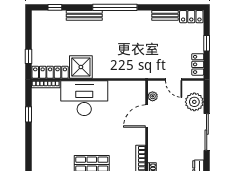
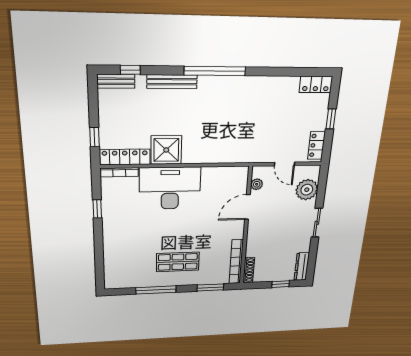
bench: (165, 15) -> (116, 81), moved
sliding door: (207, 132) -> (317, 223), width x0.73

